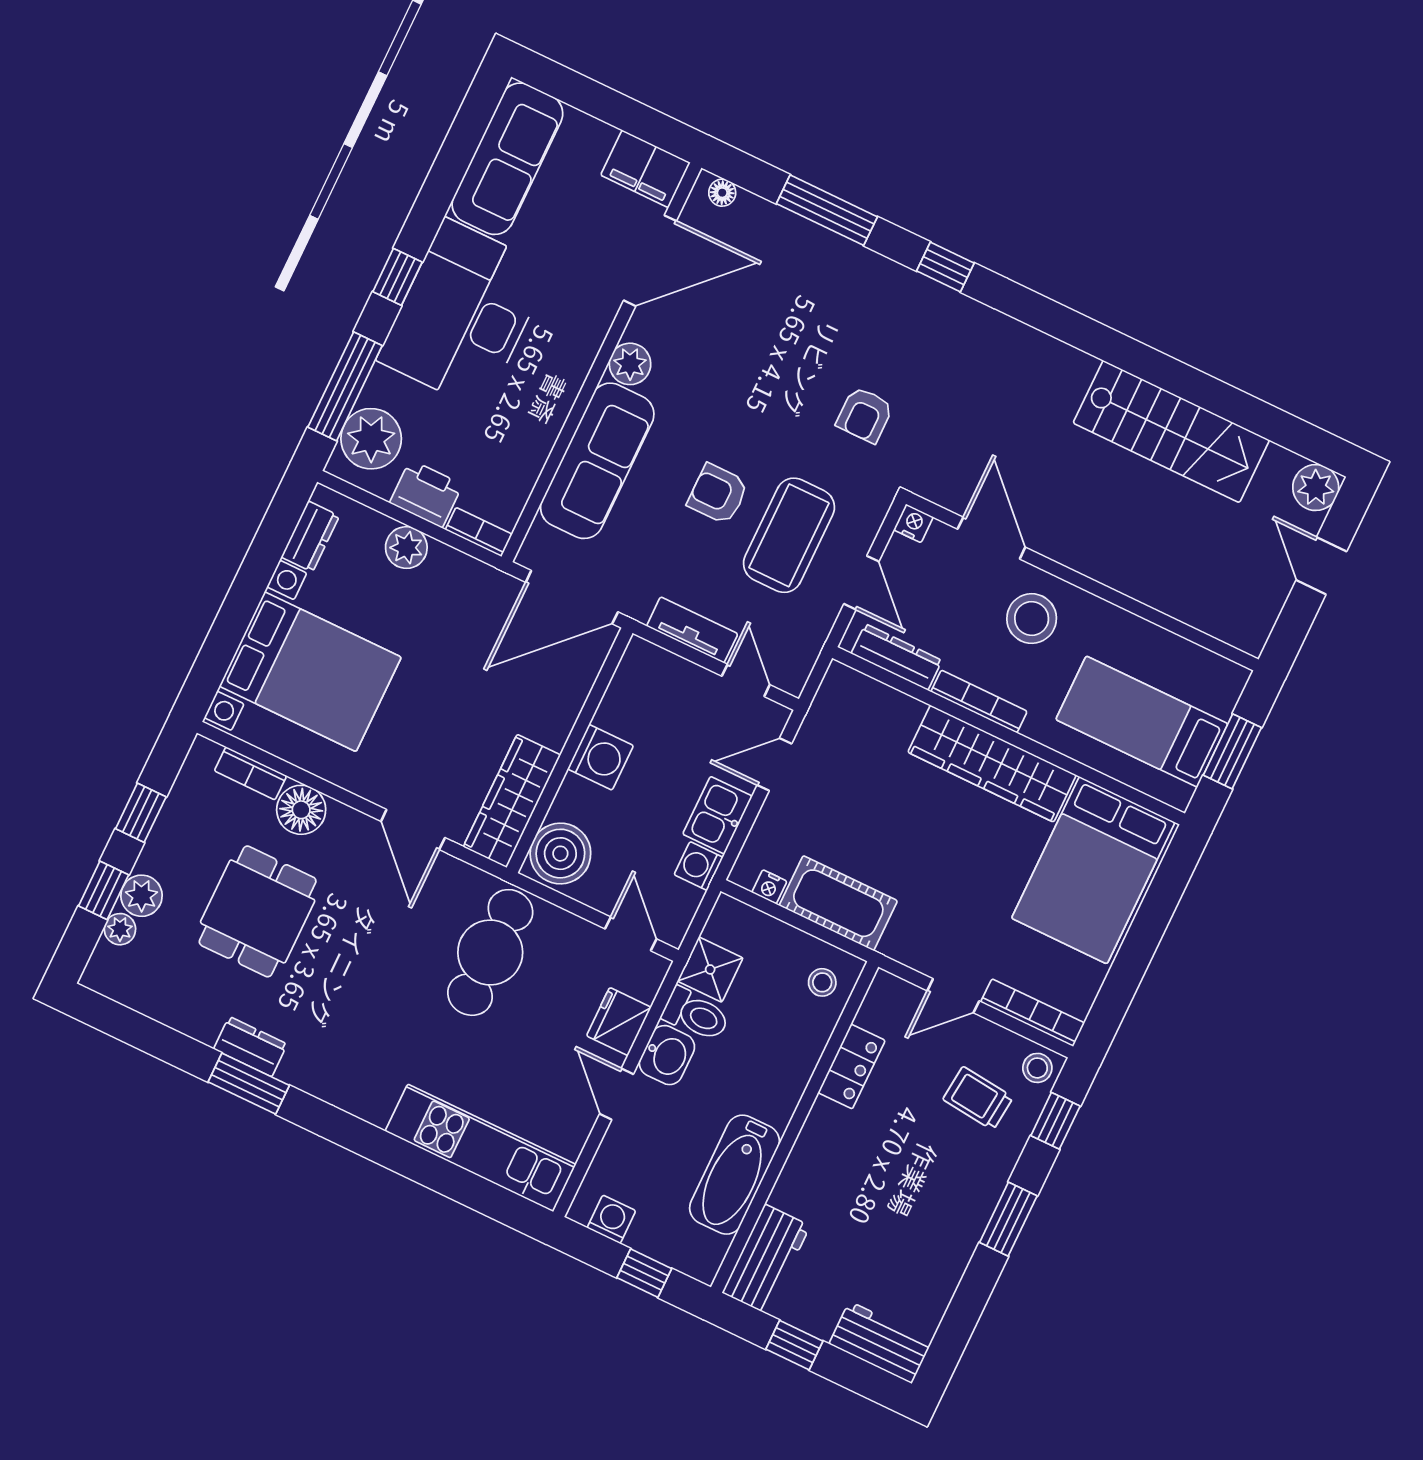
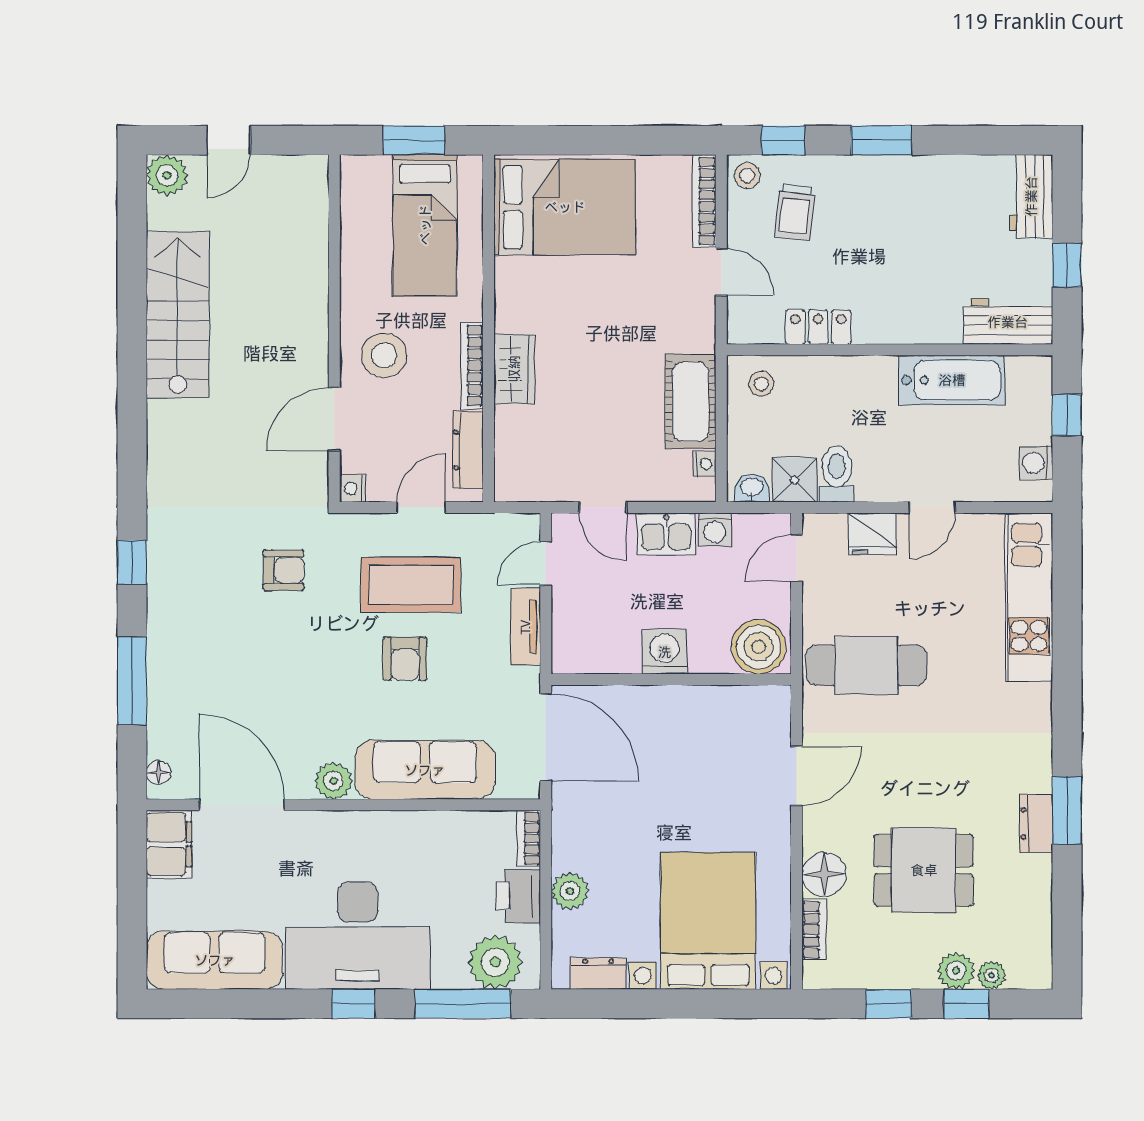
wardrobe: (992, 764) -> (514, 369), width x0.48, depth x0.85
wardrobe: (512, 801) -> (735, 707), removed
washbasin: (667, 1055) -> (752, 488), moved, width x0.72, depth x0.69

